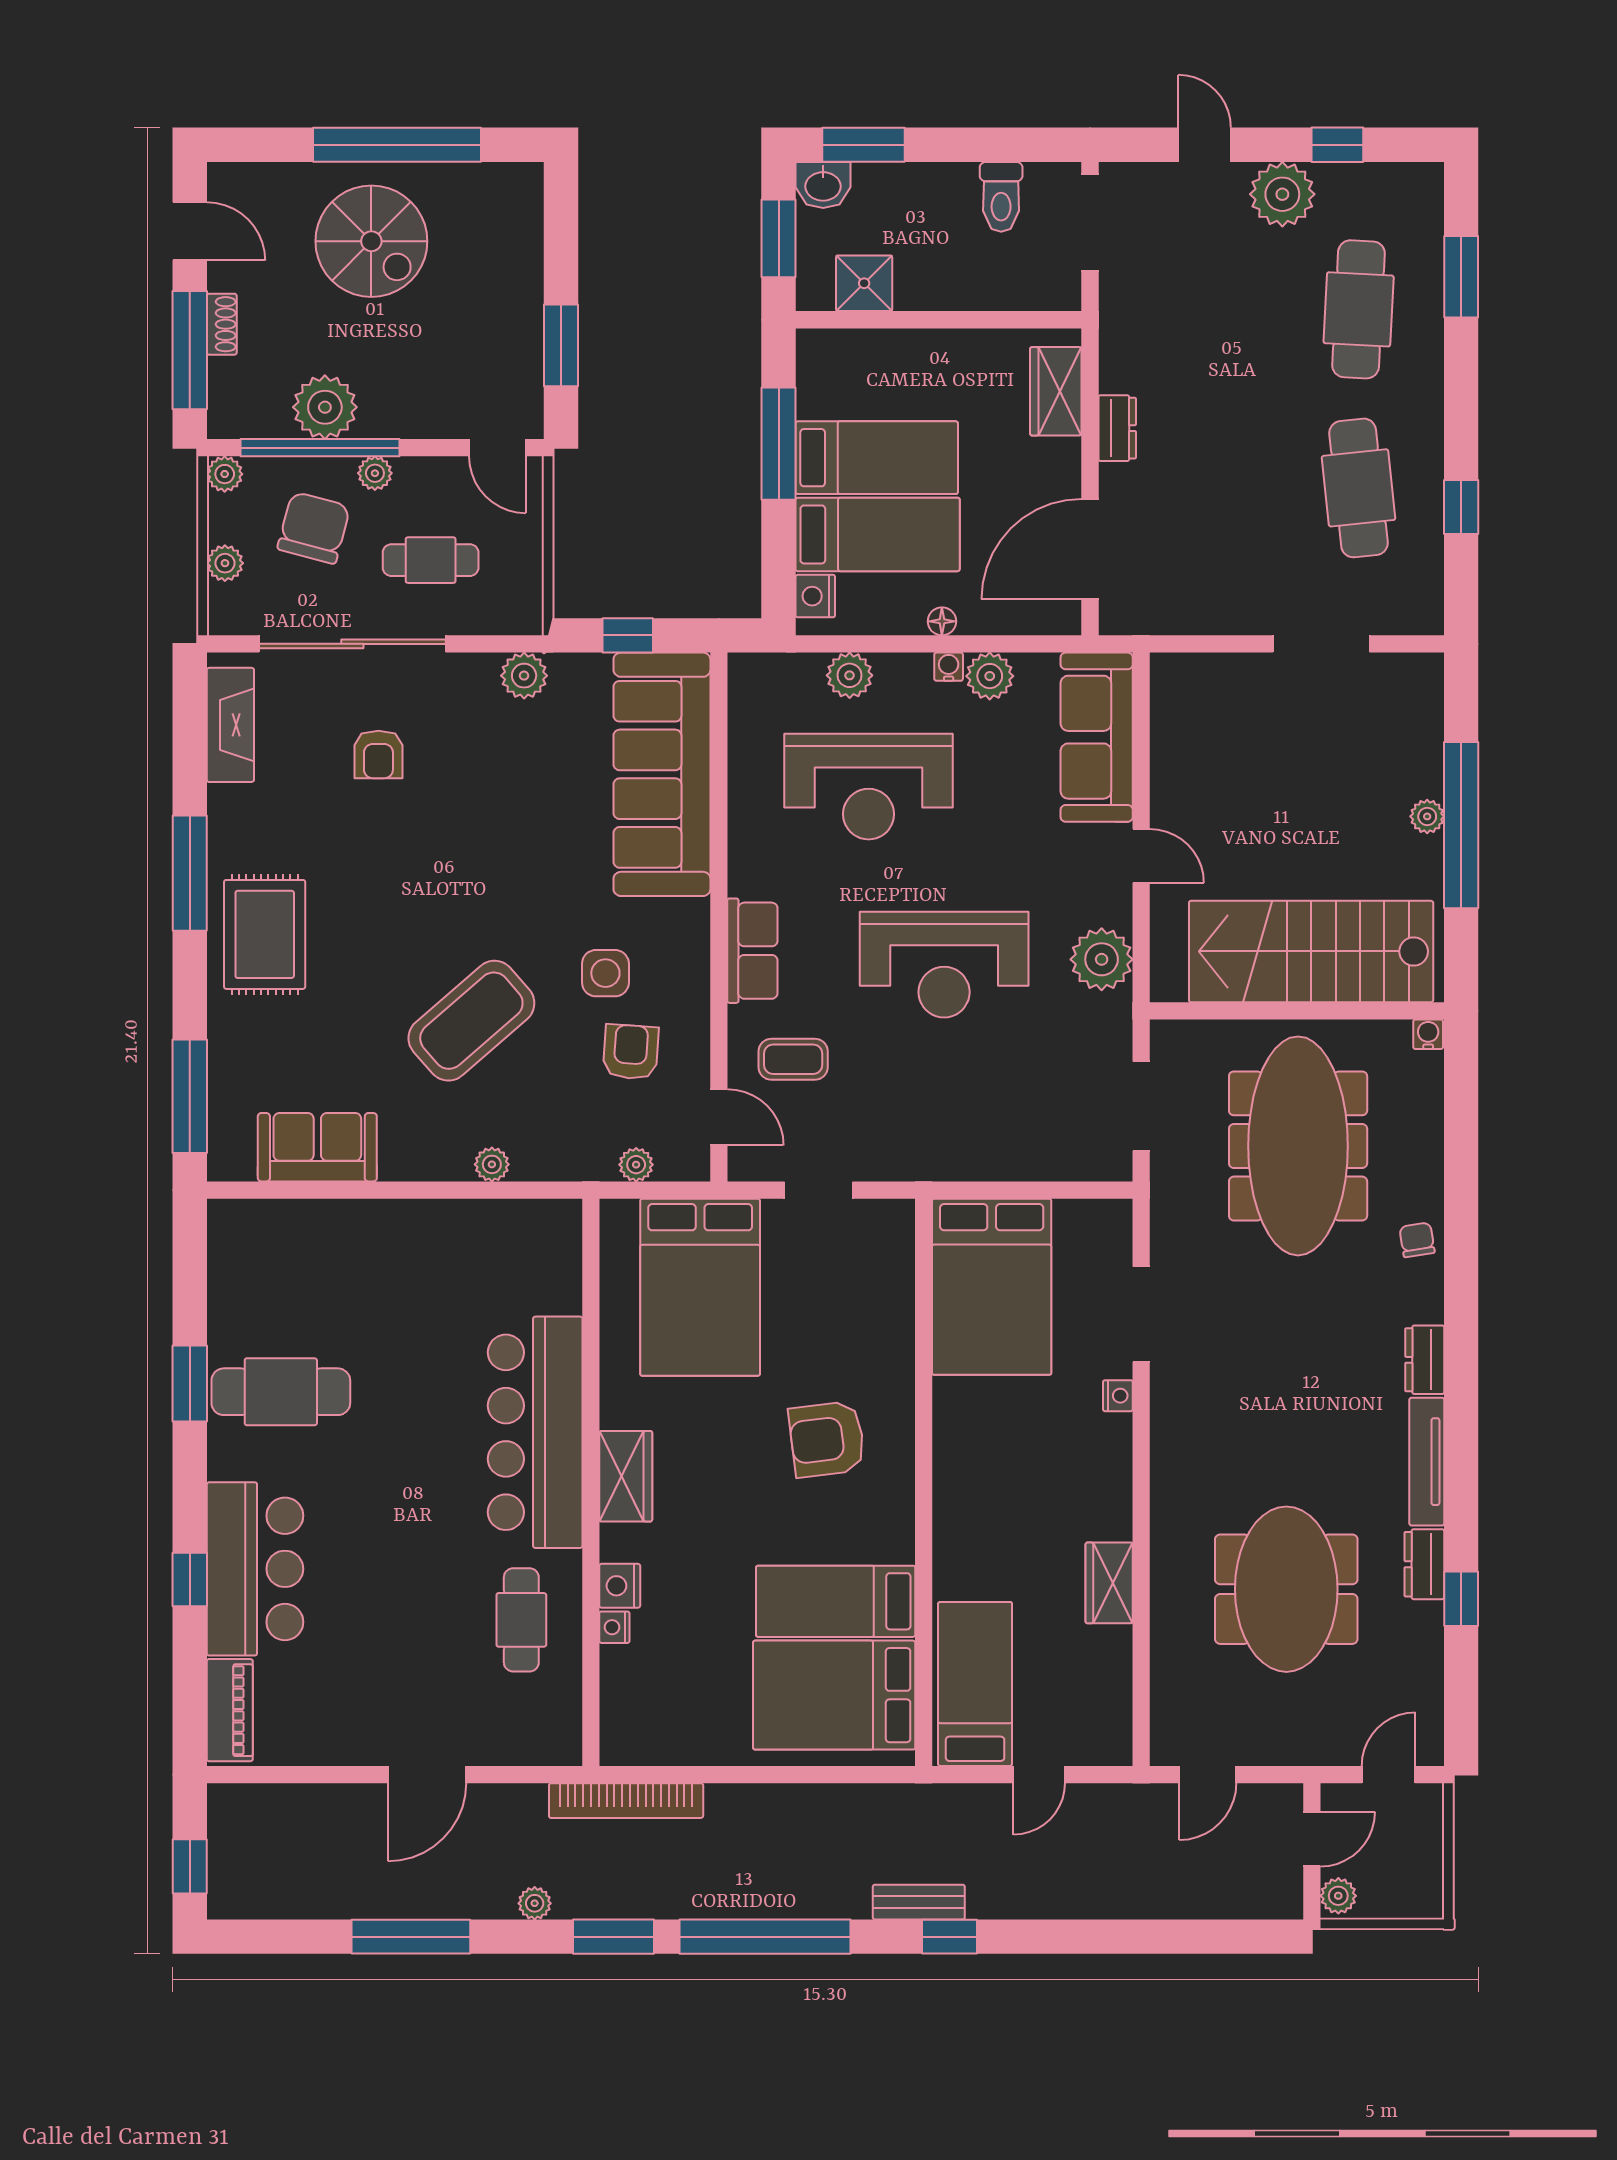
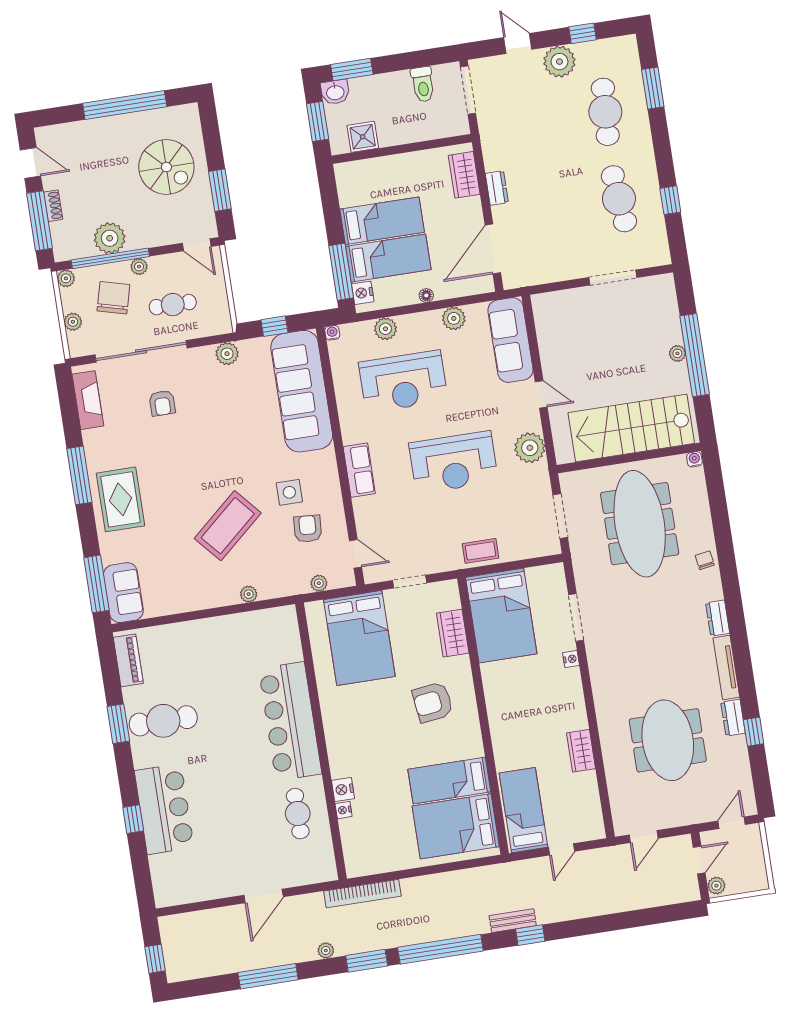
spiral stairs: (371, 241) -> (166, 167), moved
window: (779, 444) -> (341, 272), moved
water cooler: (949, 667) -> (332, 333), moved
coffee table: (793, 1059) -> (481, 551), moved
sofa: (317, 1147) -> (123, 593), moved, turned 90
wardrobe: (626, 1476) -> (453, 633), moved, turned 180
piano: (230, 1710) -> (128, 660), moved

